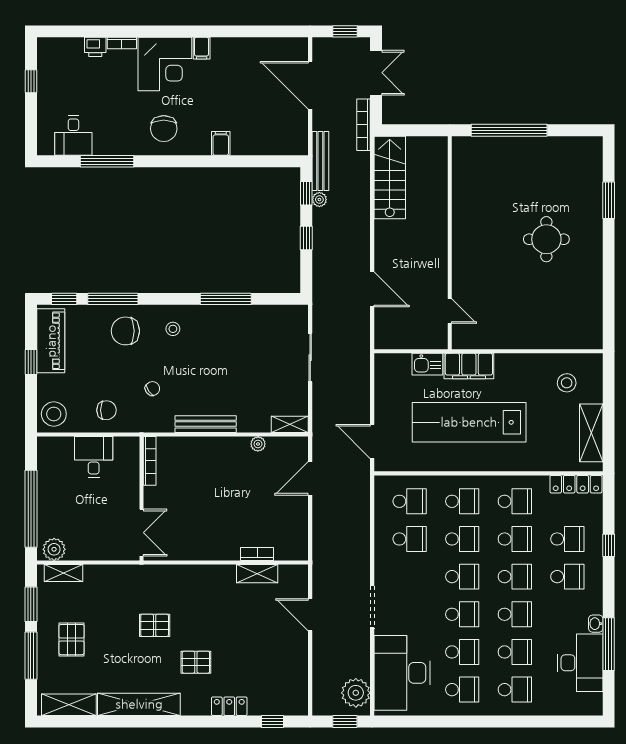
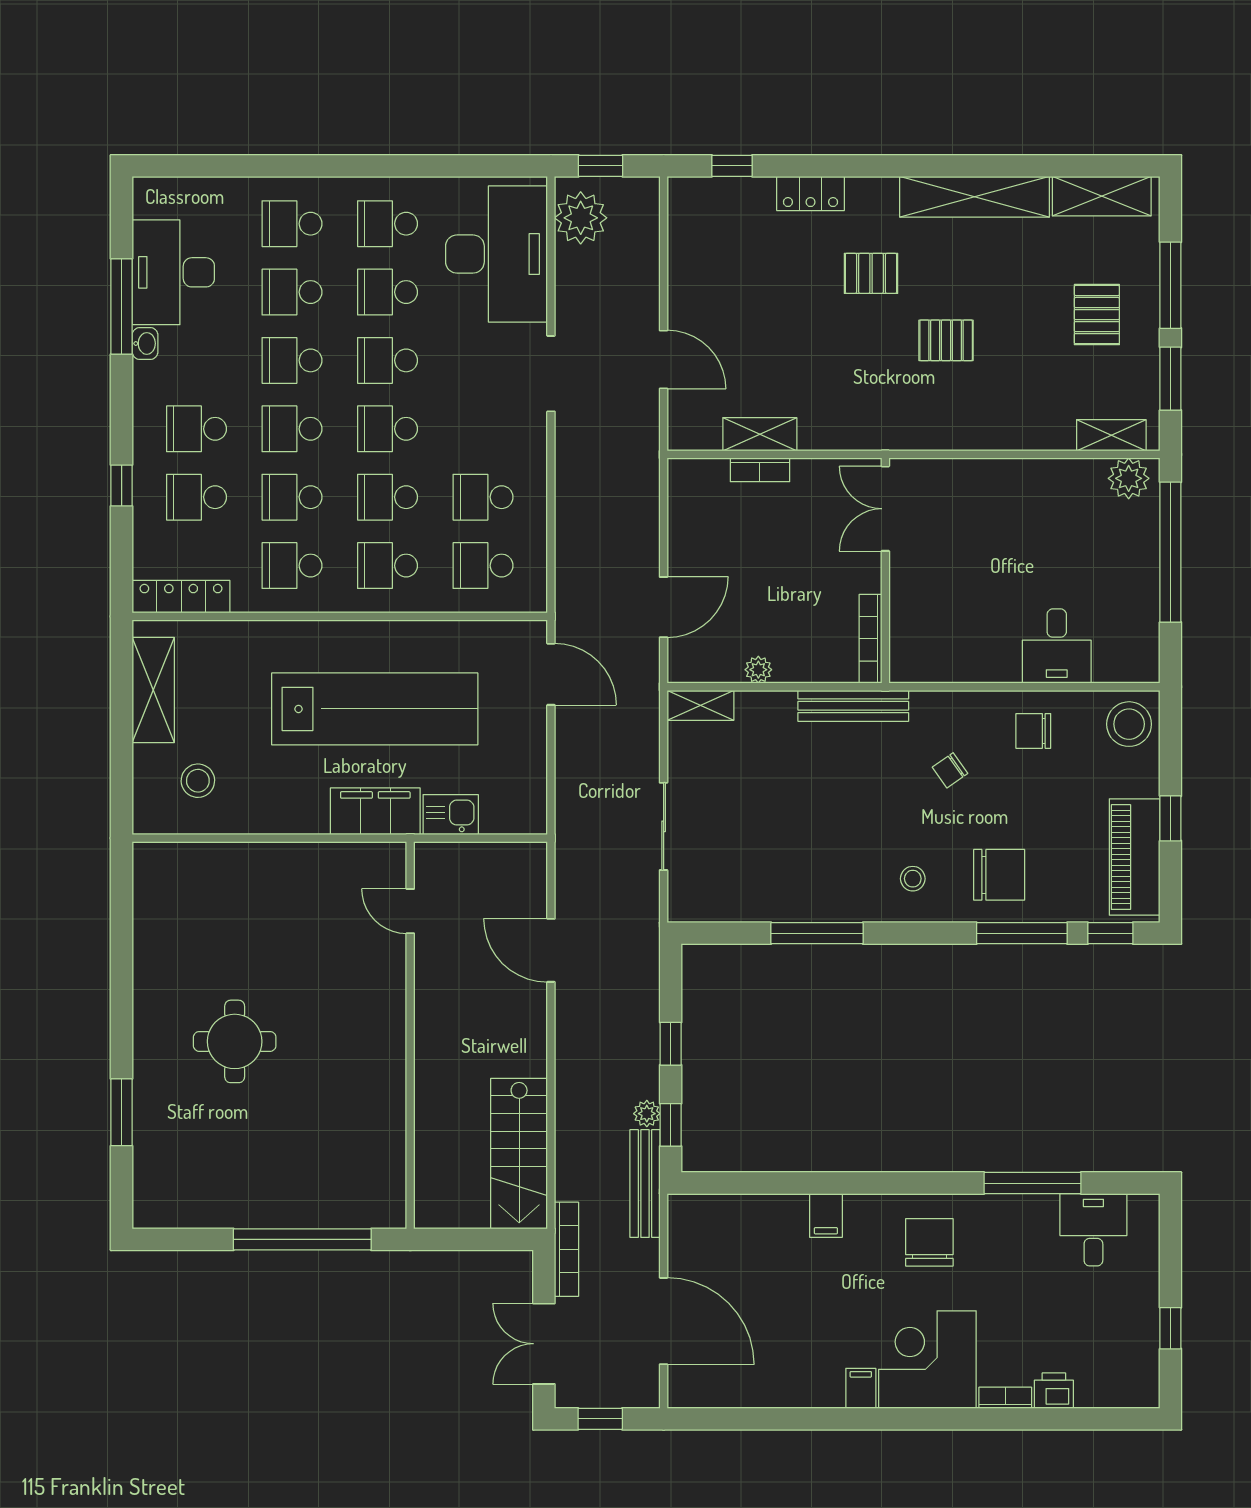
bookcase: (150, 461) -> (870, 639), moved
wall: (141, 499) -> (885, 571), moved
double door: (141, 533) -> (885, 509), moved

